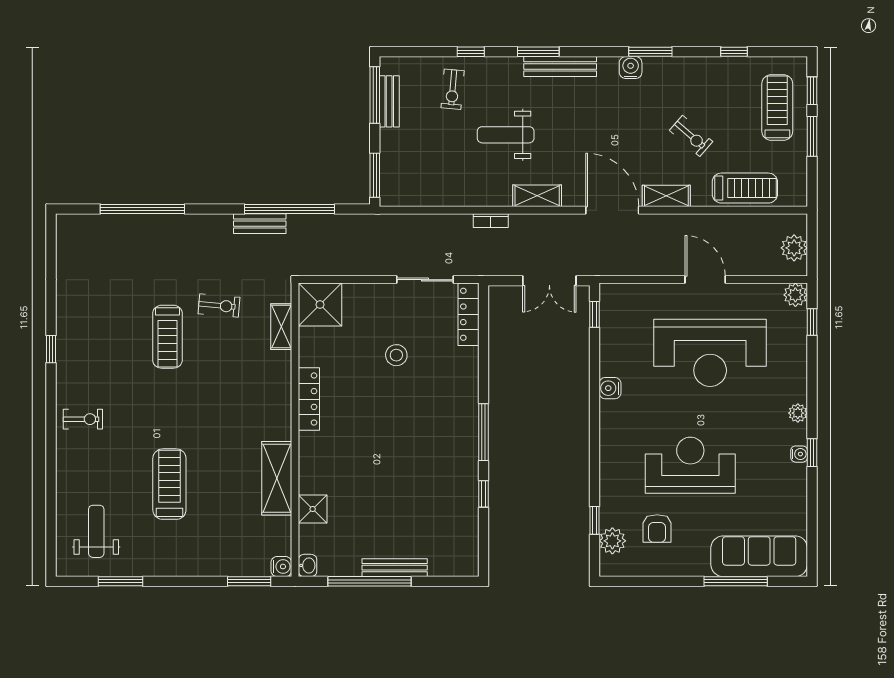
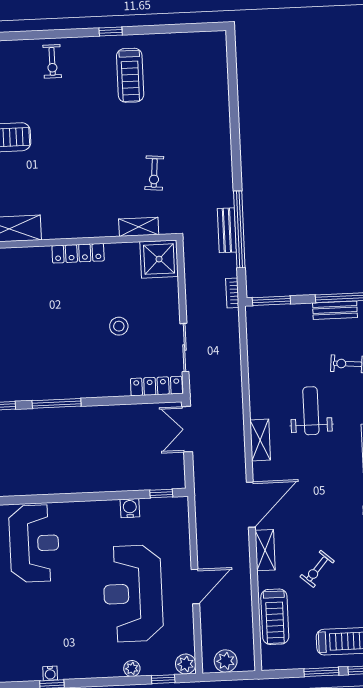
window: (142, 209) -> (234, 104), removed
bookcase: (491, 221) -> (232, 293), moved
bench: (260, 224) -> (227, 230), moved
double door: (549, 281) -> (187, 429), moved
treadmill: (167, 337) -> (130, 75), moved, turned -90
water cooler: (610, 388) -> (130, 508), moved
plant: (798, 413) -> (132, 669), moved
reception desk: (690, 465) -> (34, 543), moved

